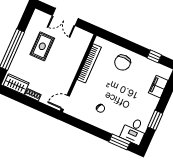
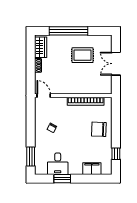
desk: (134, 131) -> (58, 164), moved, turned -90

